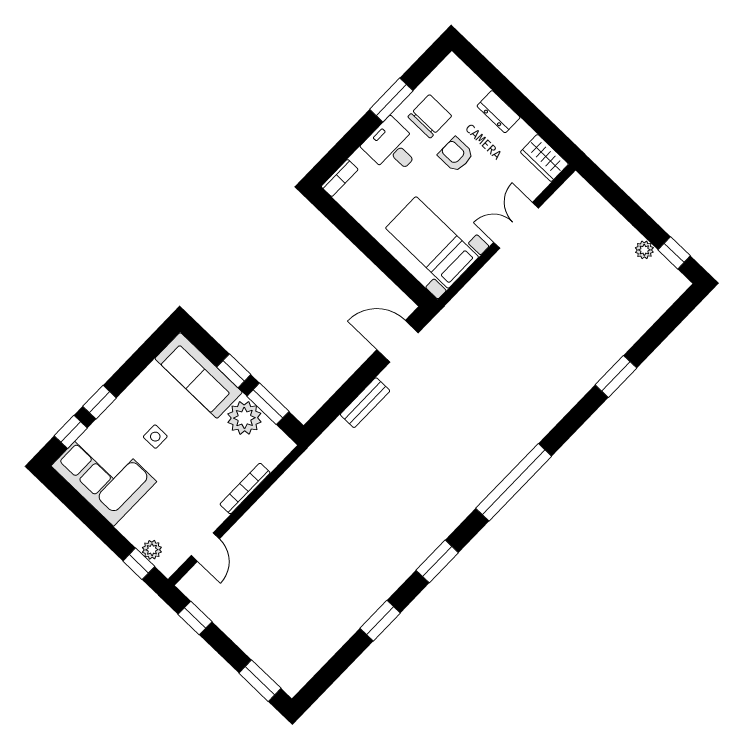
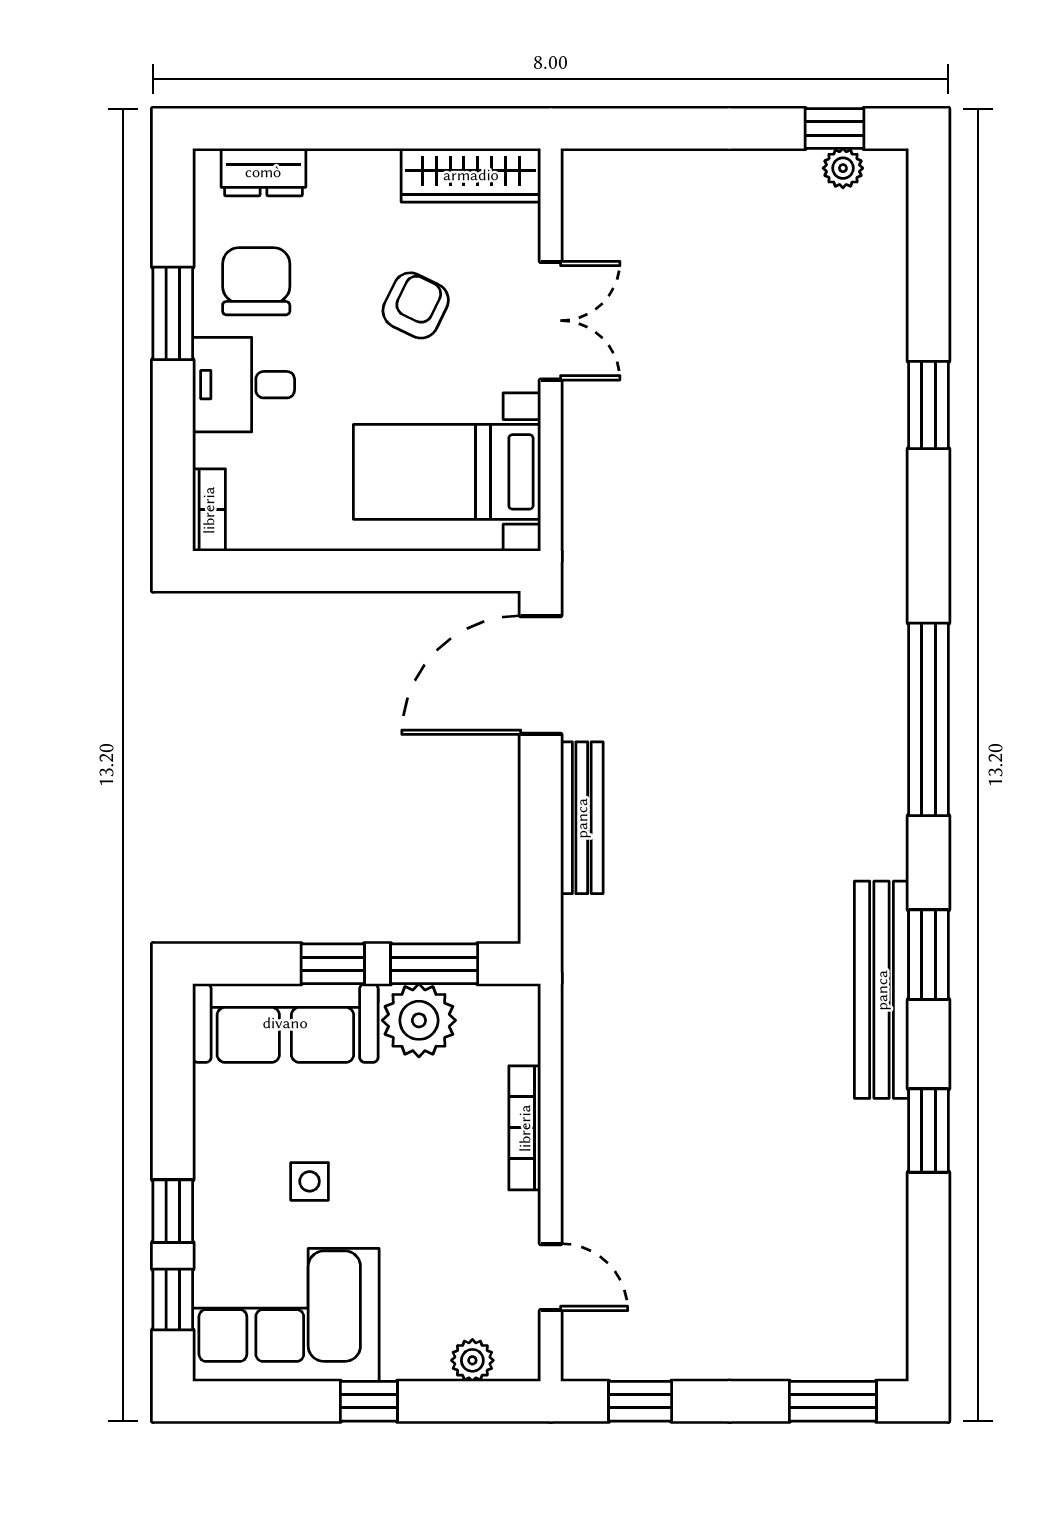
dresser: (499, 112) -> (263, 172), moved
armchair: (456, 155) -> (416, 305), moved, turned 116
wardrobe: (544, 158) -> (471, 175), width x1.50
double door: (516, 225) -> (551, 321), swing flipped
plant: (644, 250) -> (843, 168), moved
door: (398, 341) -> (541, 675), width x1.36
bench: (365, 403) -> (582, 818), width x1.36
bench: (410, 558) -> (882, 990), added
window: (139, 564) -> (369, 1401), moved

